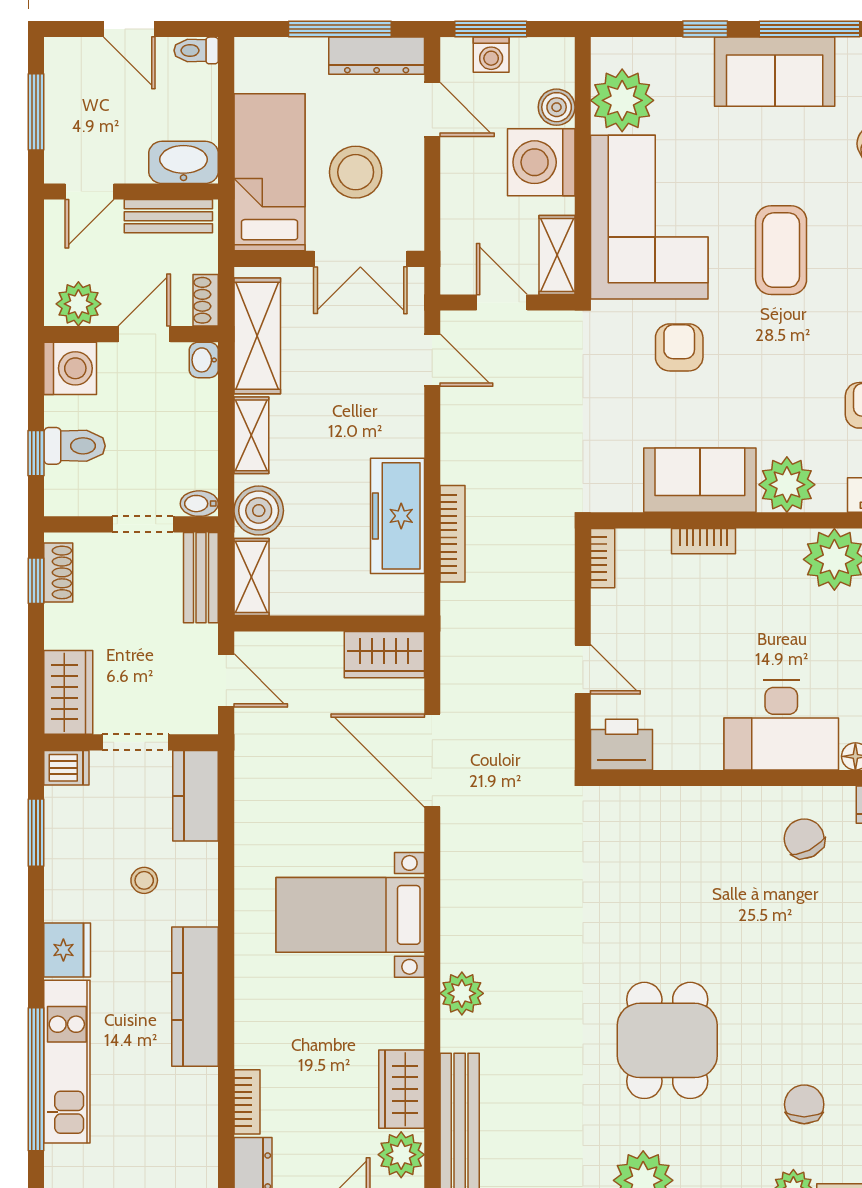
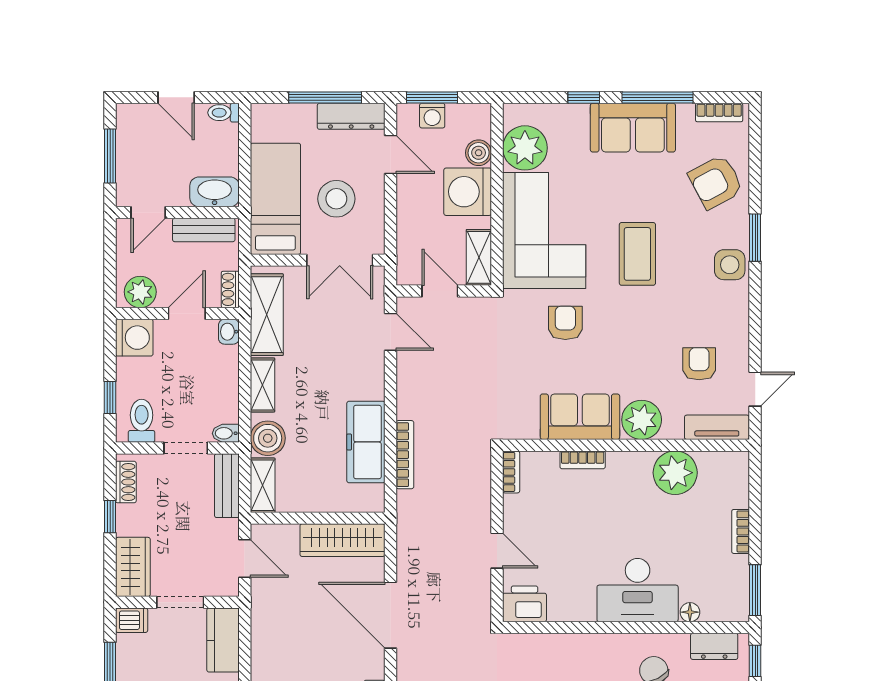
toilet: (74, 446) -> (142, 421), moved, turned -90
window: (36, 581) -> (110, 517), moved
wardrobe: (384, 655) -> (342, 540), width x1.50

